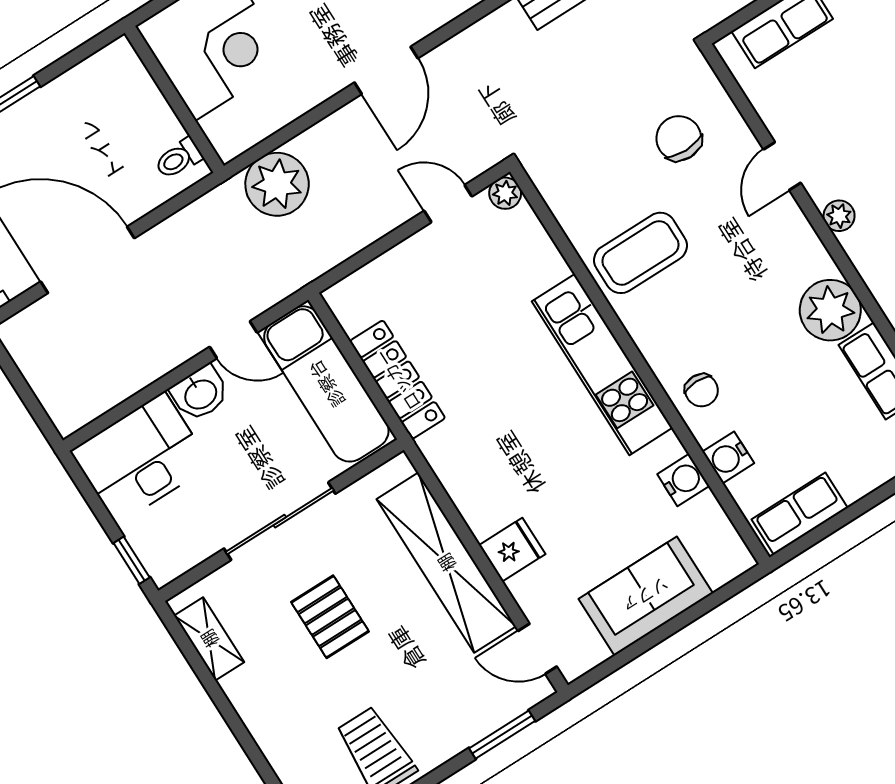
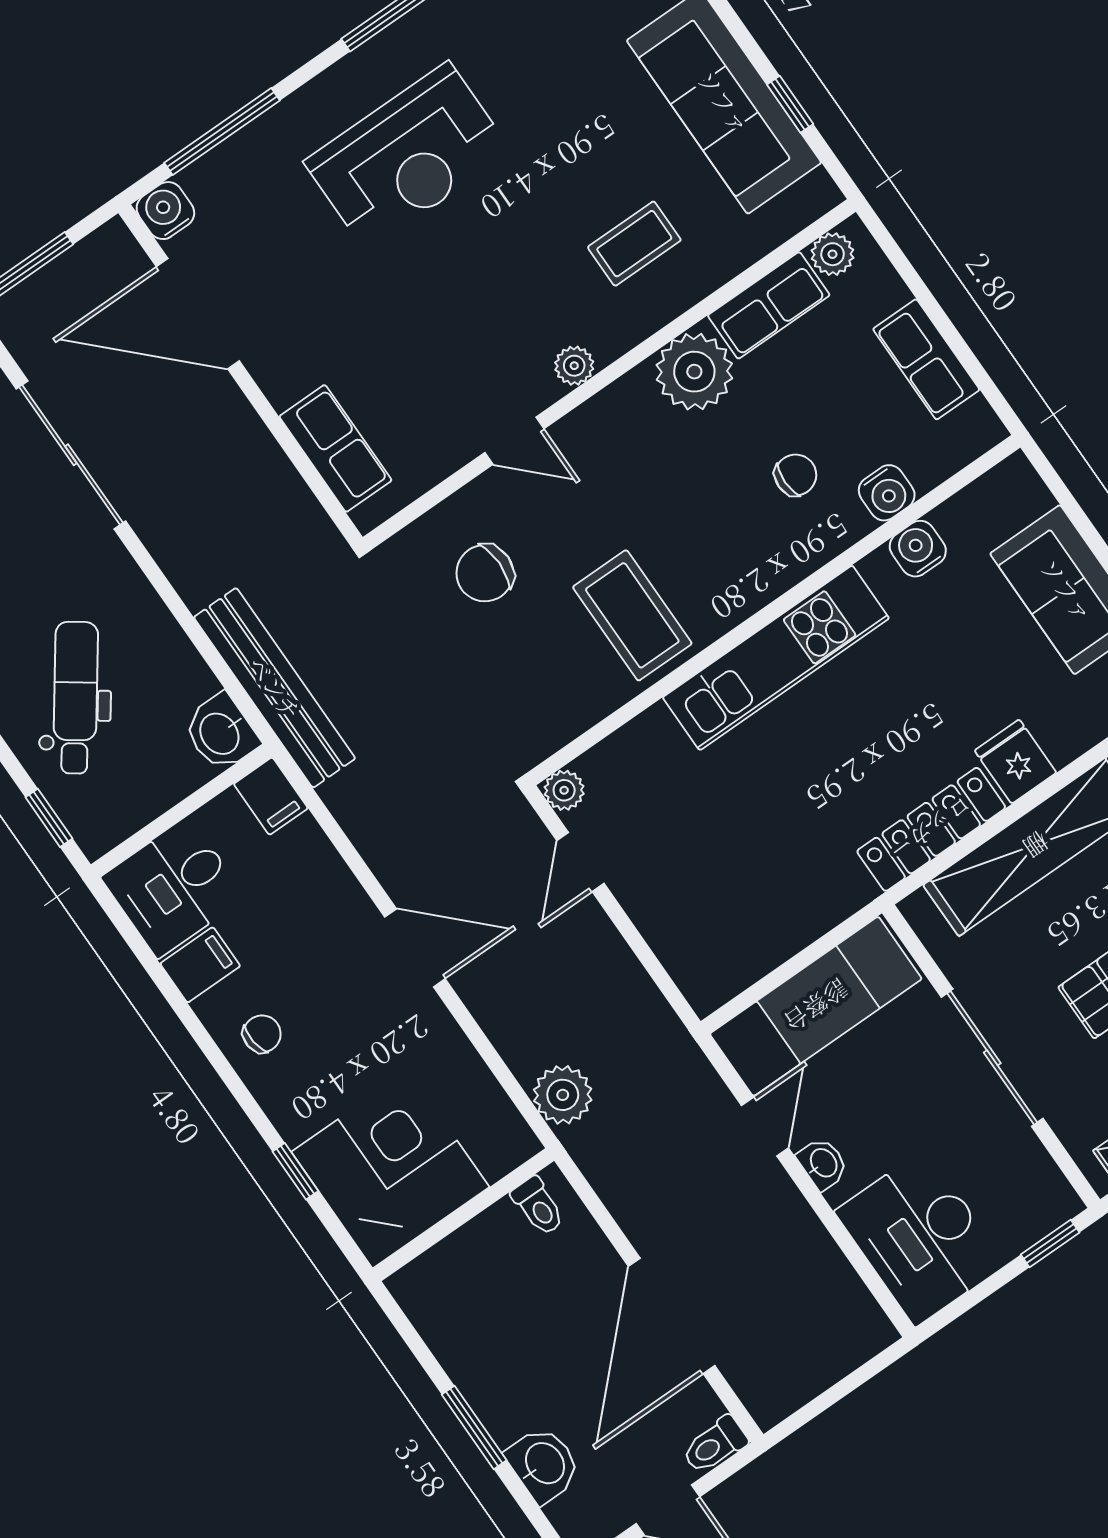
plant: (277, 184) -> (563, 1095), width x0.73, depth x0.73
locker: (397, 380) -> (931, 829), moved
chair: (702, 390) -> (796, 475), moved
washbasin: (200, 393) -> (823, 1163), width x0.72, depth x0.69
row of seats: (800, 514) -> (926, 359), moved

